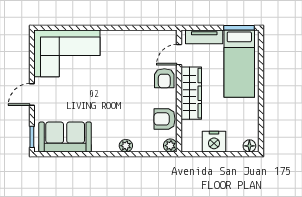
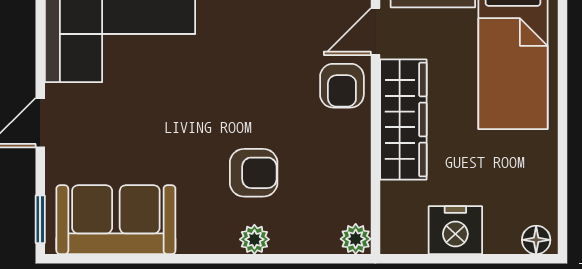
armchair: (165, 119) -> (254, 173), moved, turned 180

